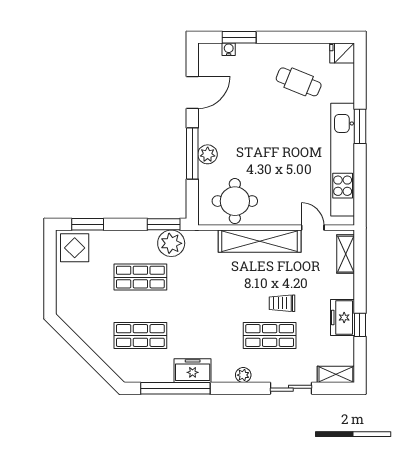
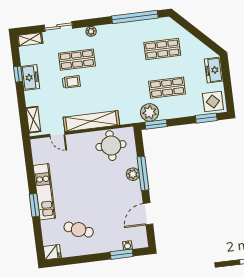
kitchen unit: (343, 160) -> (44, 192), width x0.73
freezer: (193, 371) -> (214, 70), moved, turned 90

